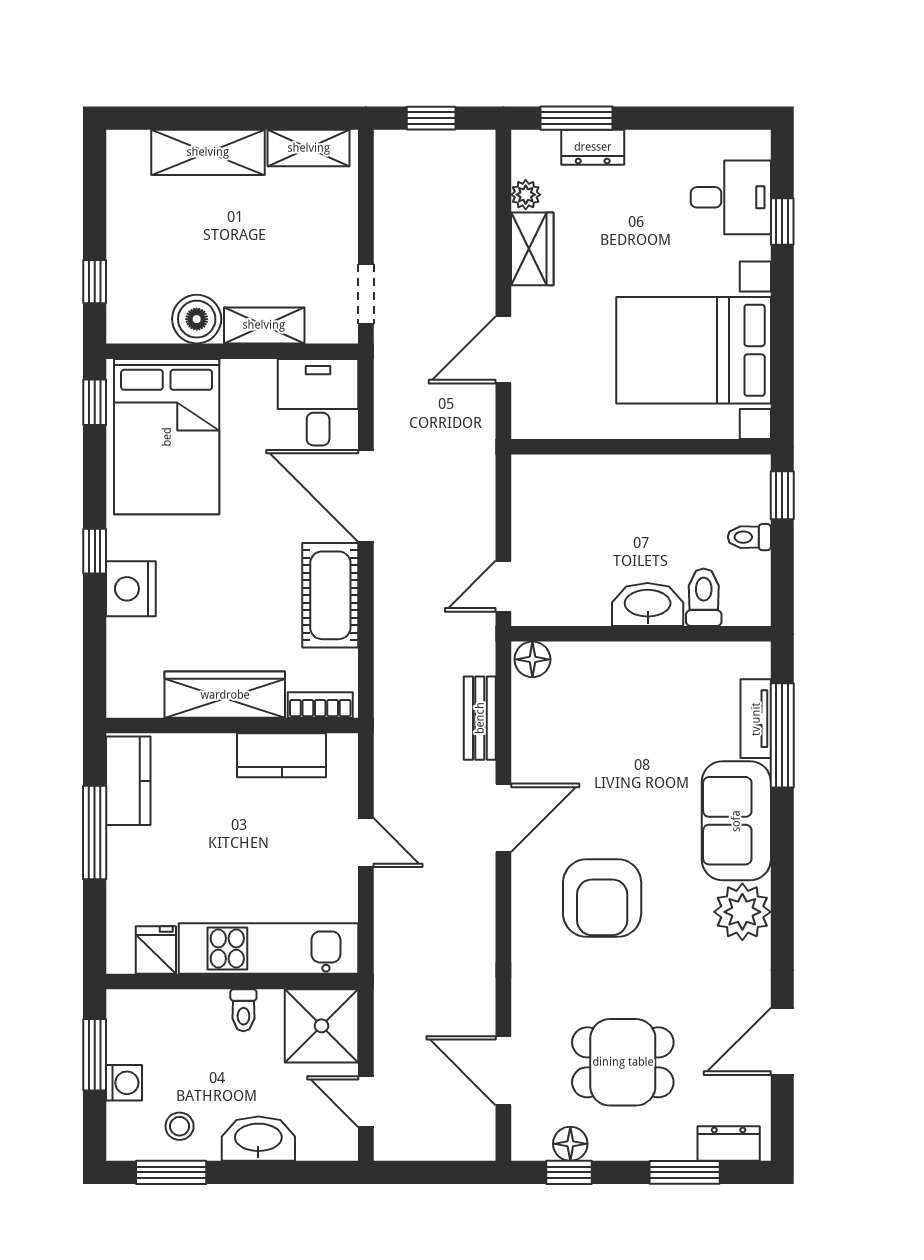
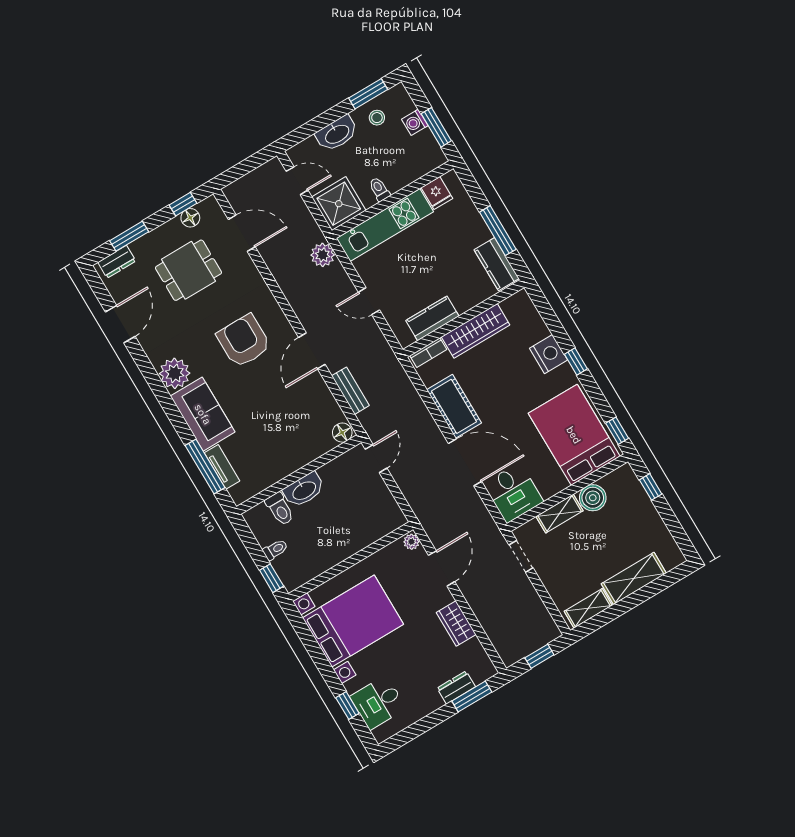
plant: (526, 195) -> (412, 542), moved
plant: (396, 960) -> (323, 255), added

